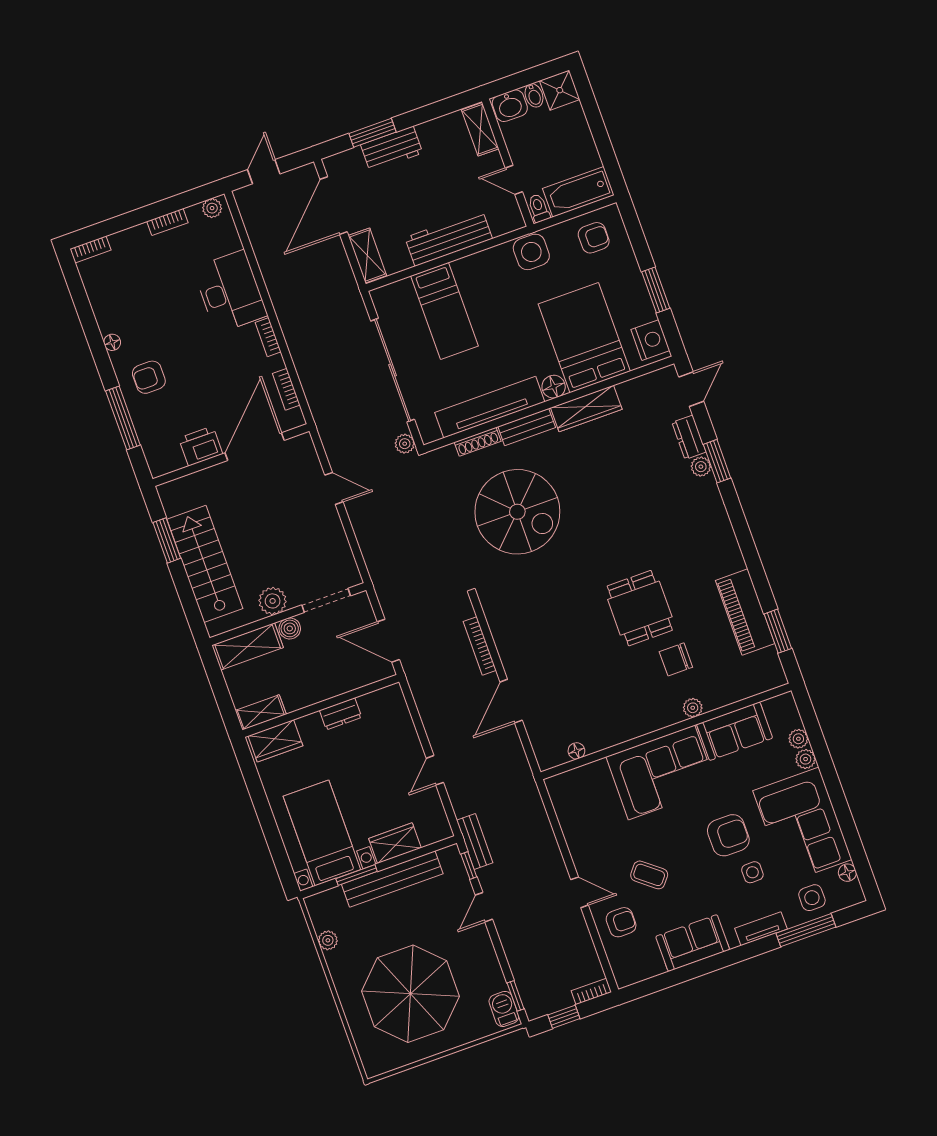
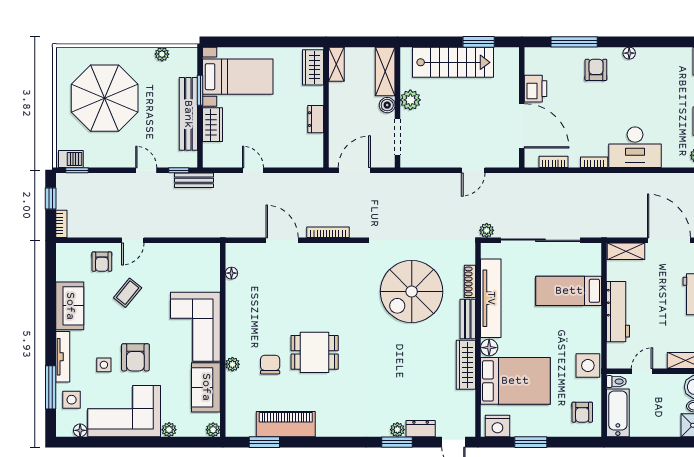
plant: (798, 739) -> (213, 430), moved
tv unit: (761, 929) -> (63, 357), width x1.41

